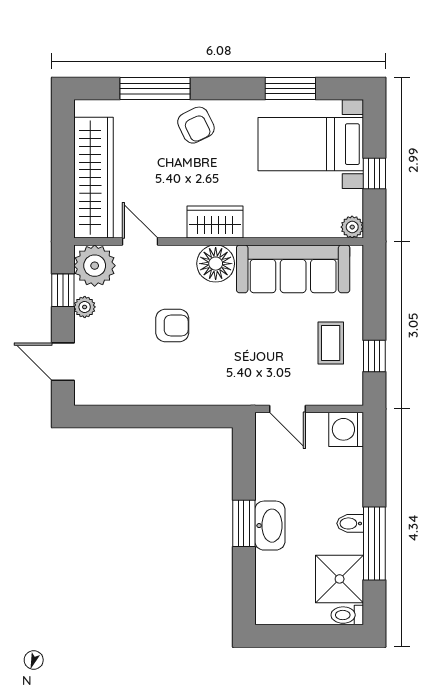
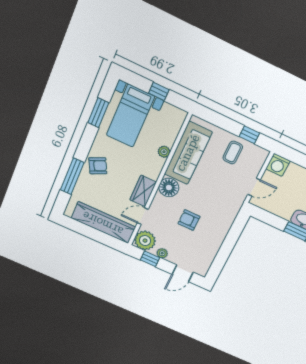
wardrobe: (215, 222) -> (143, 191), moved
plant: (352, 227) -> (164, 152), moved
armchair: (172, 325) -> (189, 220), turned -90
coffee table: (331, 343) -> (233, 152), turned 90

